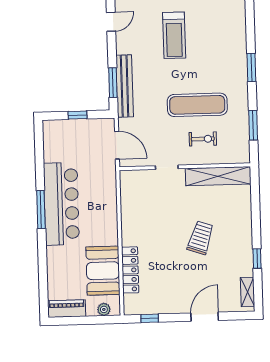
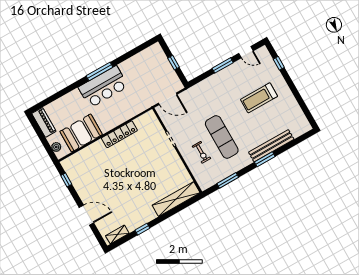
window: (113, 83) -> (223, 65), moved
bench: (125, 86) -> (271, 146), moved
door: (117, 145) -> (168, 99), hinge flipped
shelving: (218, 176) -> (176, 199), moved, turned 90
bar counter: (61, 204) -> (103, 87), width x0.73
trolley: (201, 238) -> (136, 185), removed
locker: (130, 270) -> (119, 134), moved

